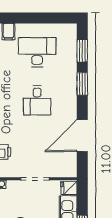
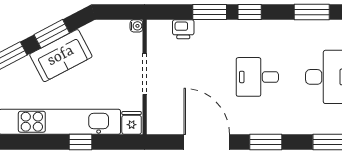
window: (82, 84) -> (266, 142), moved

